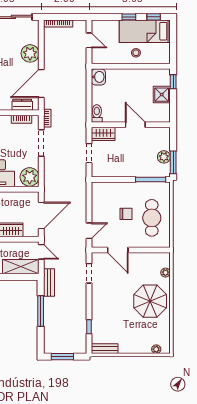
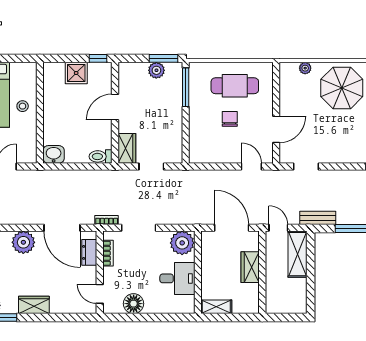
window: (173, 82) -> (98, 58), moved
door: (41, 252) -> (278, 228), hinge flipped

